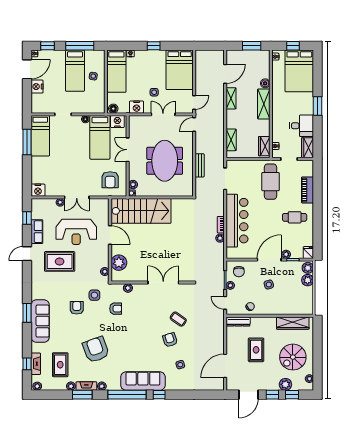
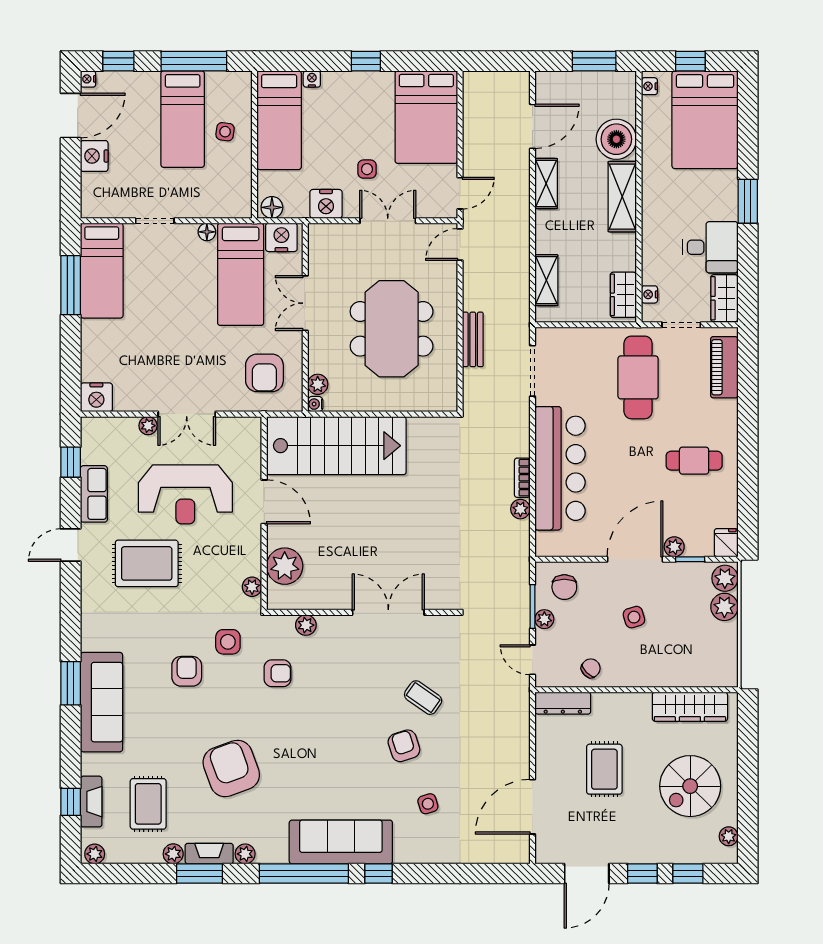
boiler: (265, 83) -> (616, 139), width x1.86, depth x1.86
piano: (308, 190) -> (724, 367), moved
plant: (285, 384) -> (673, 850), removed

